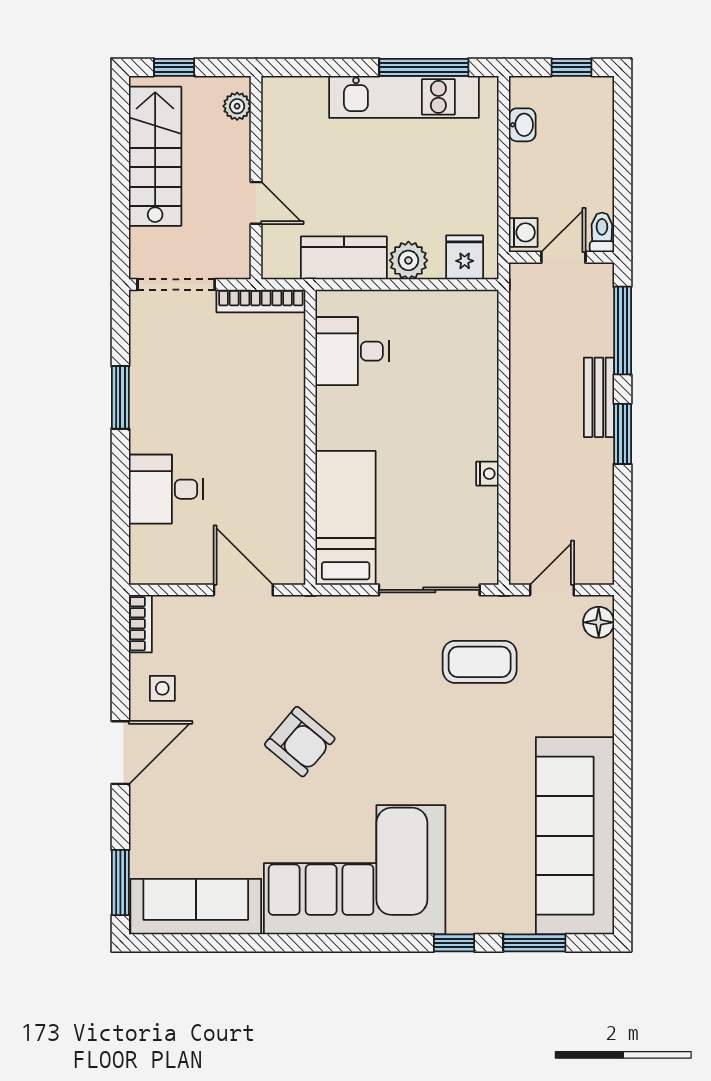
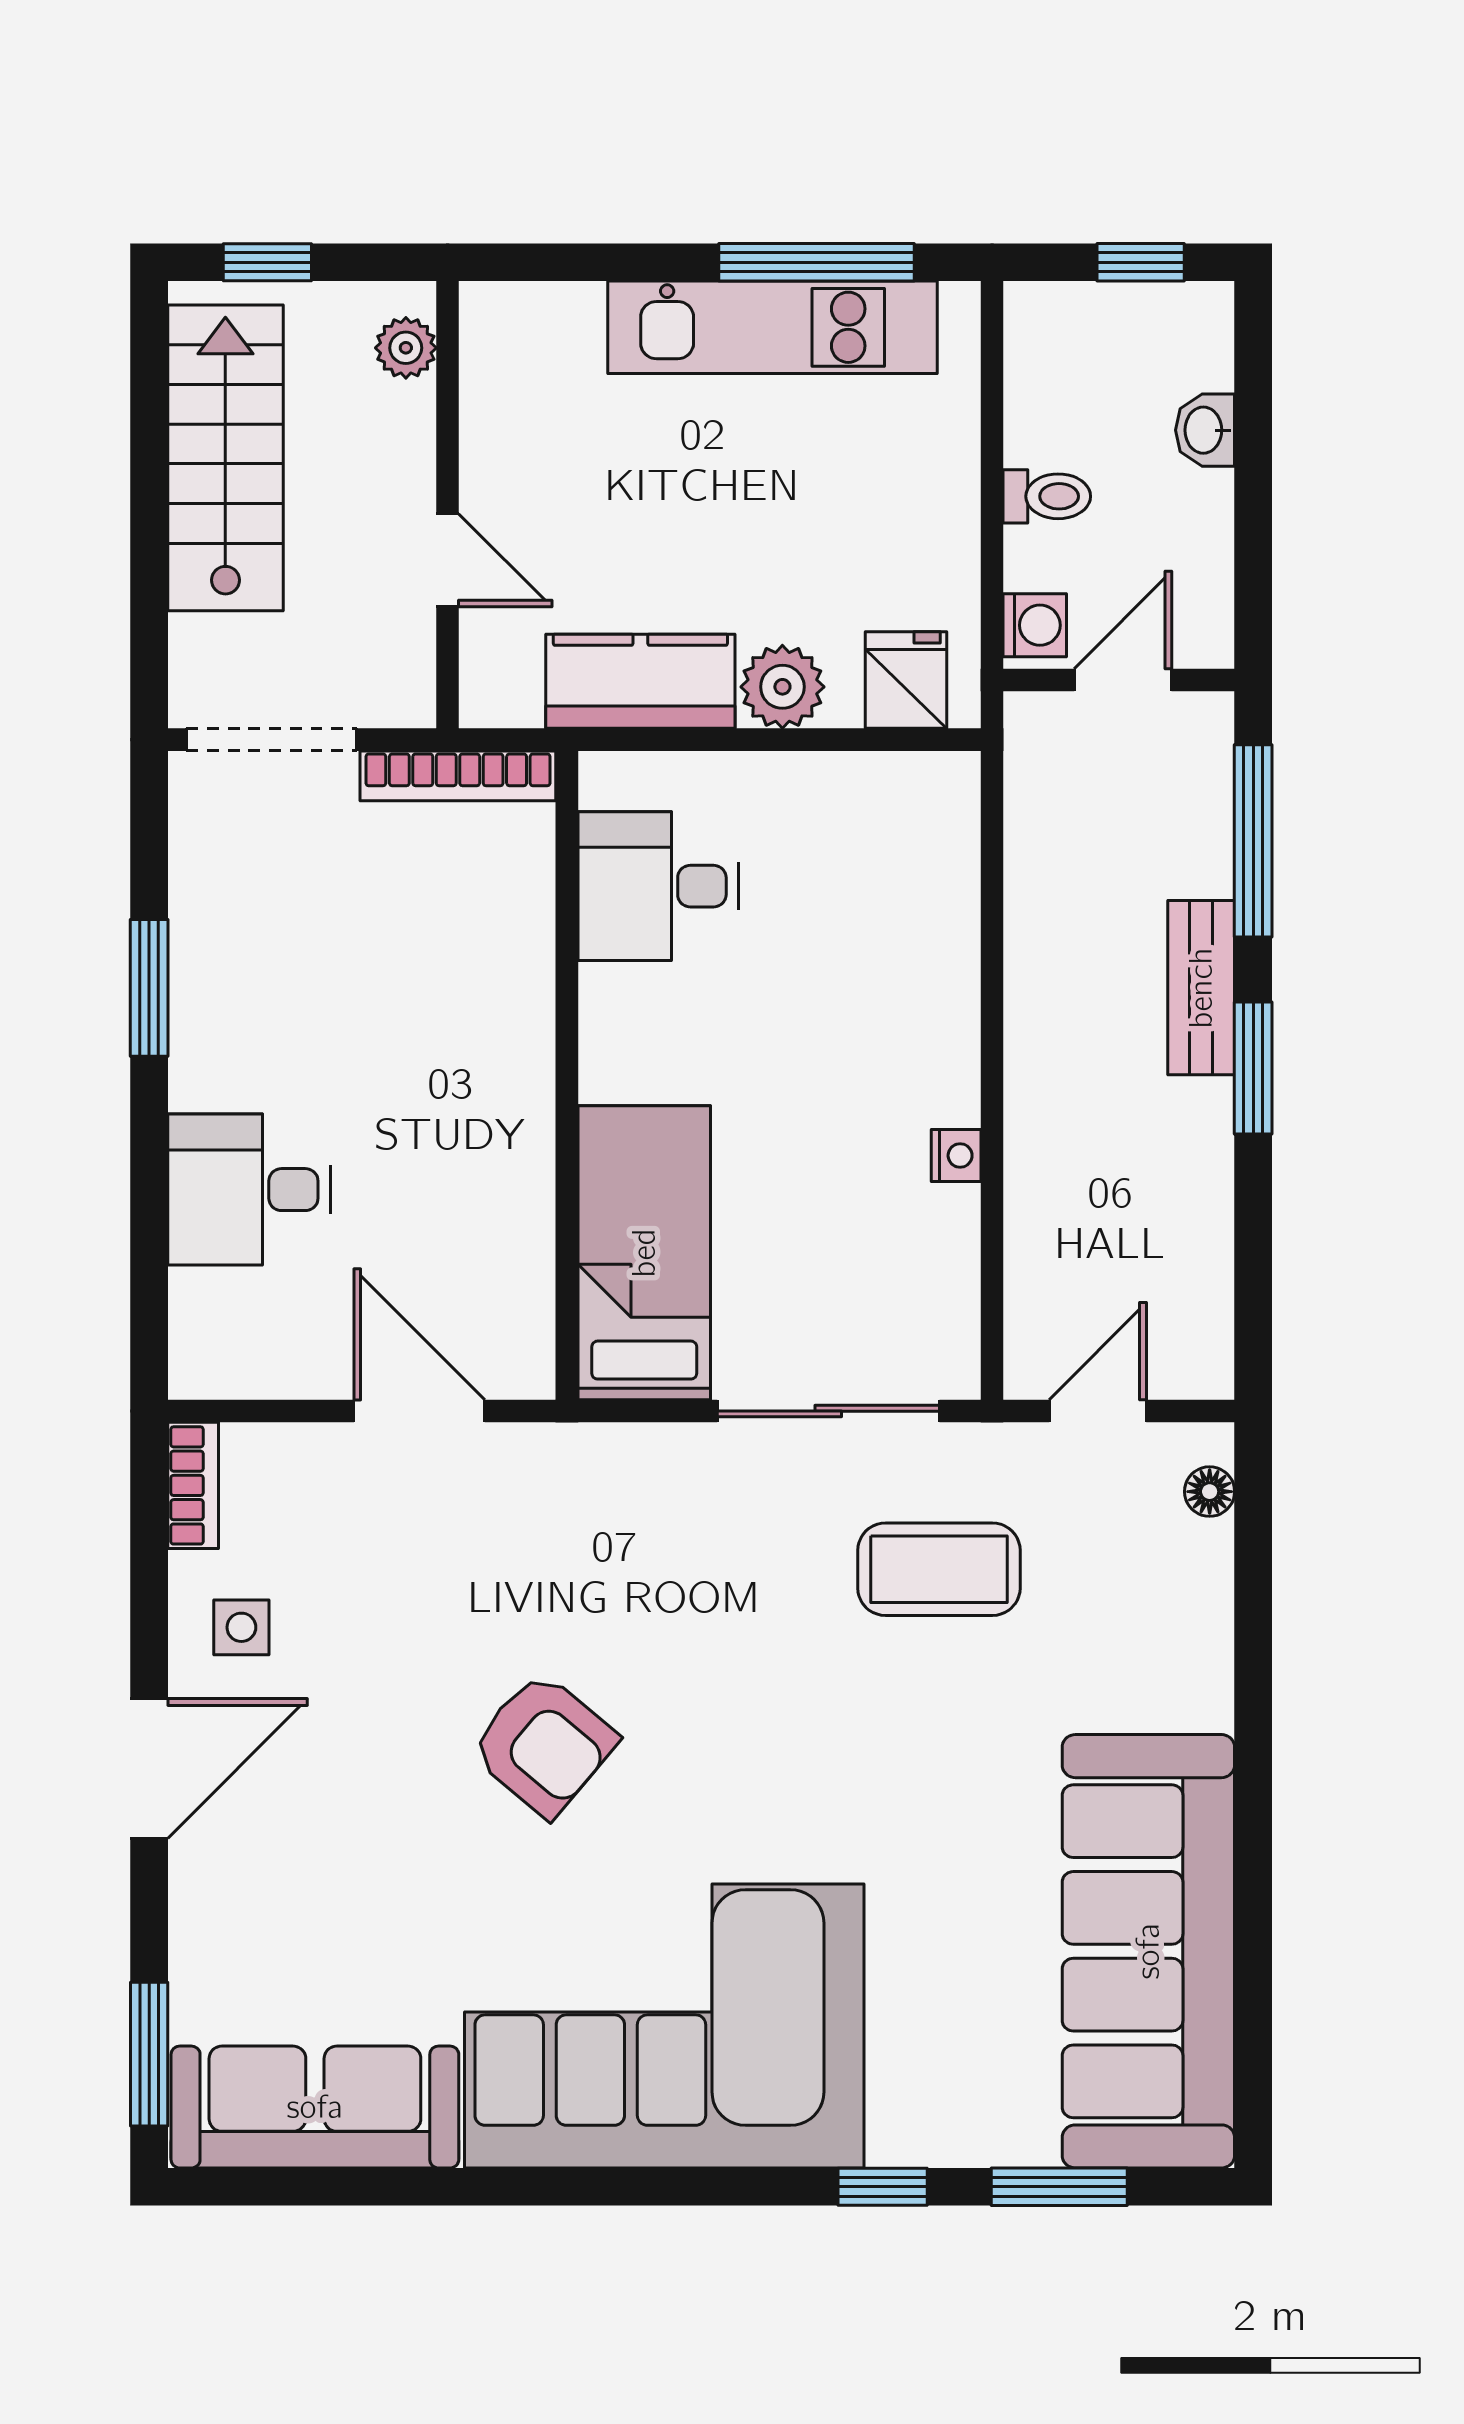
washbasin: (522, 125) -> (1205, 430), moved, turned 180
toilet: (602, 232) -> (1047, 496), moved, turned 90
floor lamp: (599, 622) -> (1210, 1492), width x0.73, depth x0.73

